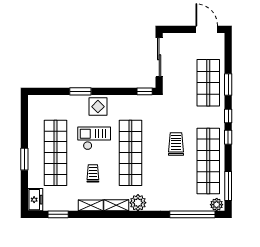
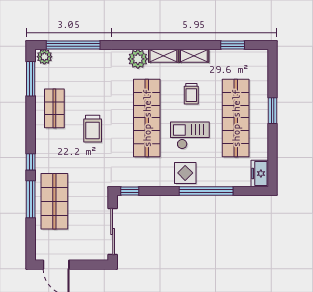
window: (228, 84) -> (31, 199), width x1.44
window: (80, 91) -> (206, 191), width x2.11
window: (228, 137) -> (31, 137), removed
checkout: (94, 138) -> (190, 135), turned 180
shop shelf: (208, 161) -> (54, 108), width x0.50, depth x0.74
freezer: (35, 200) -> (260, 174), moved

